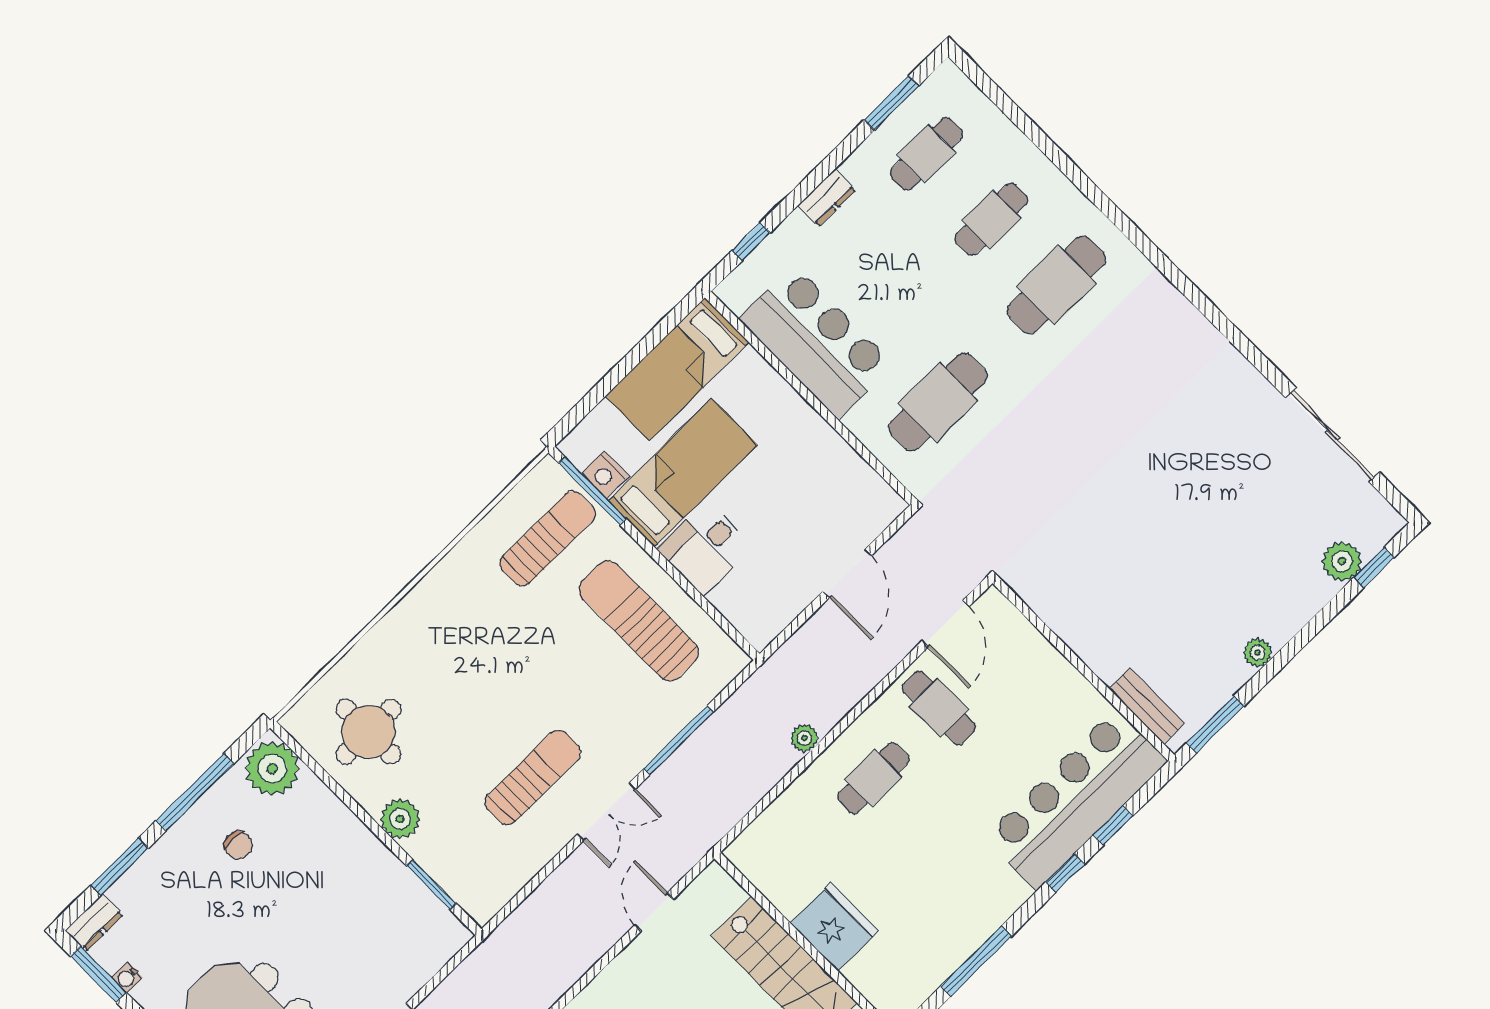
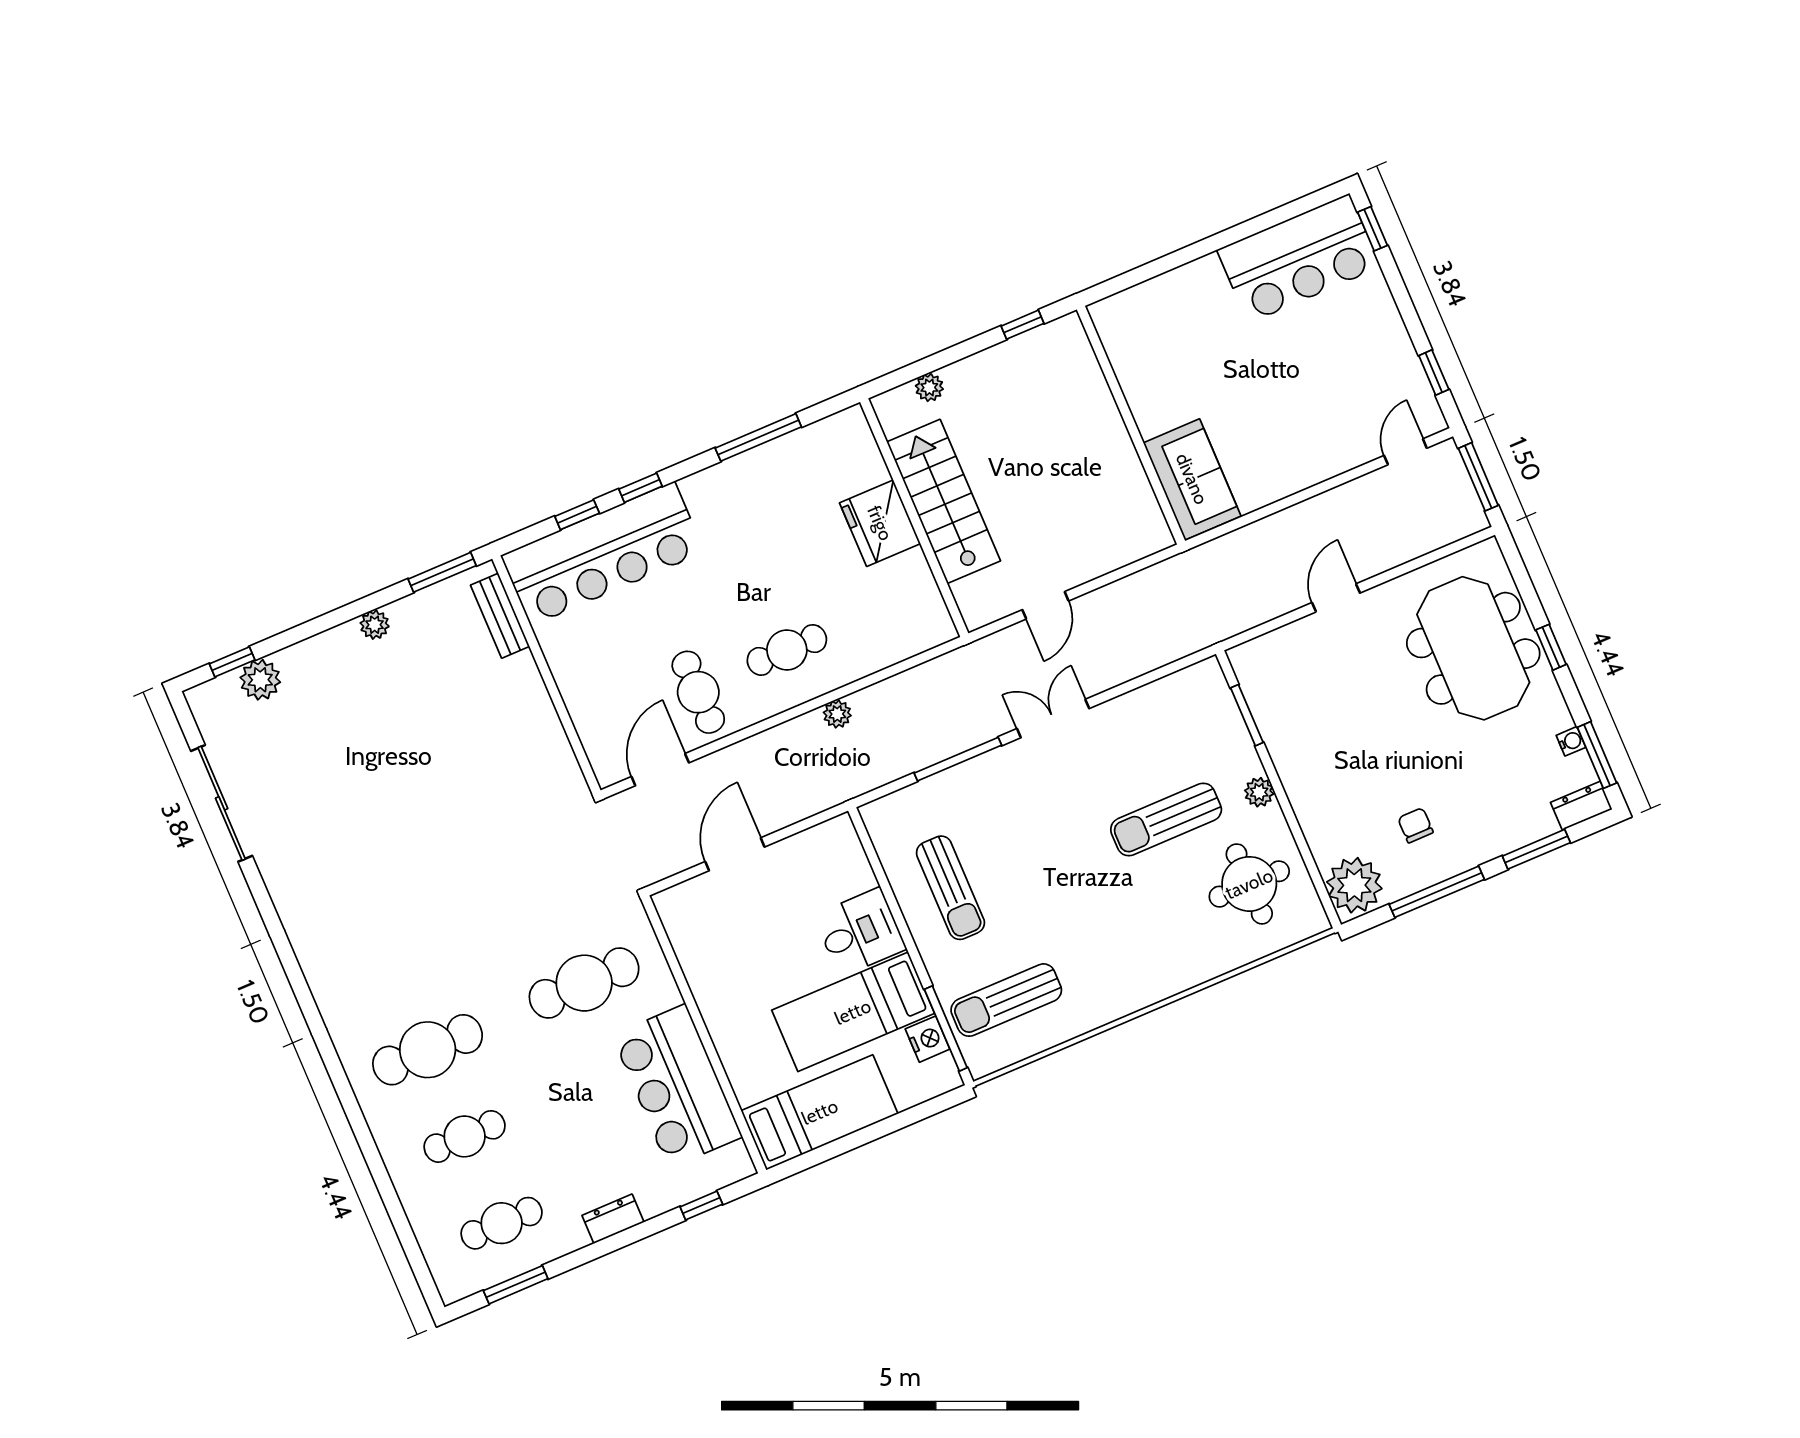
sun lounger: (639, 621) -> (950, 888), width x0.73, depth x0.75
sun lounger: (533, 777) -> (1166, 819), moved
plant: (400, 819) -> (1259, 792), width x0.73, depth x0.73

